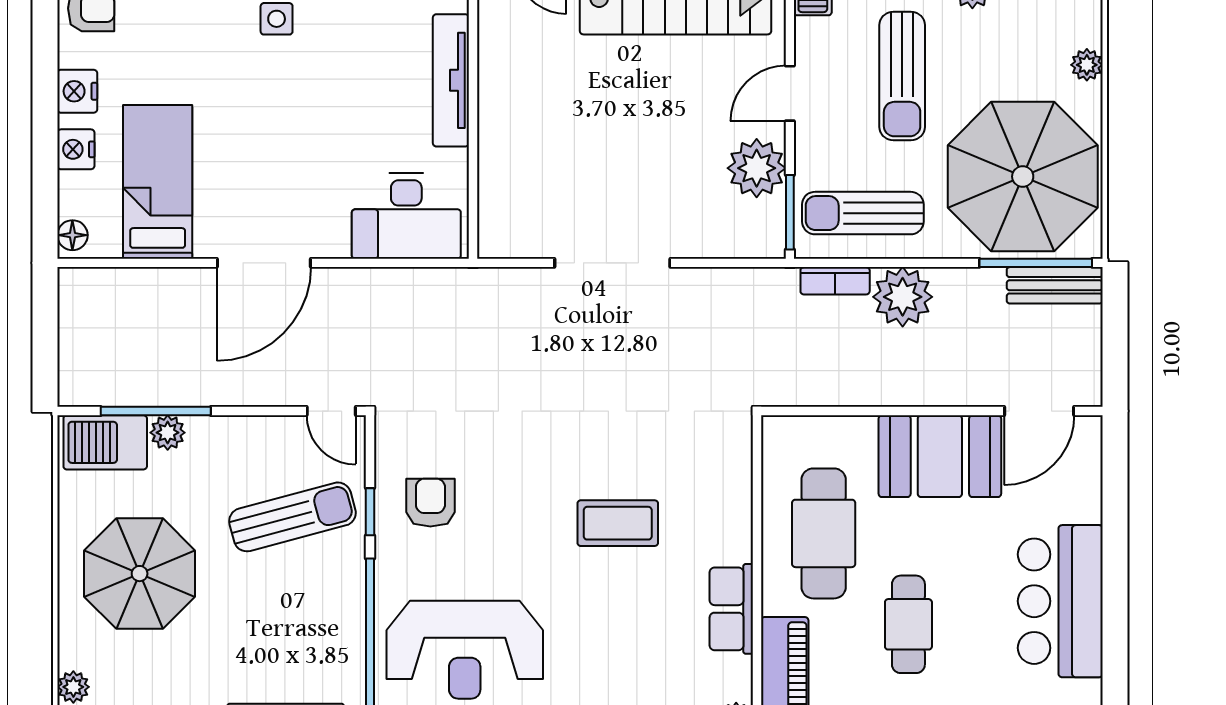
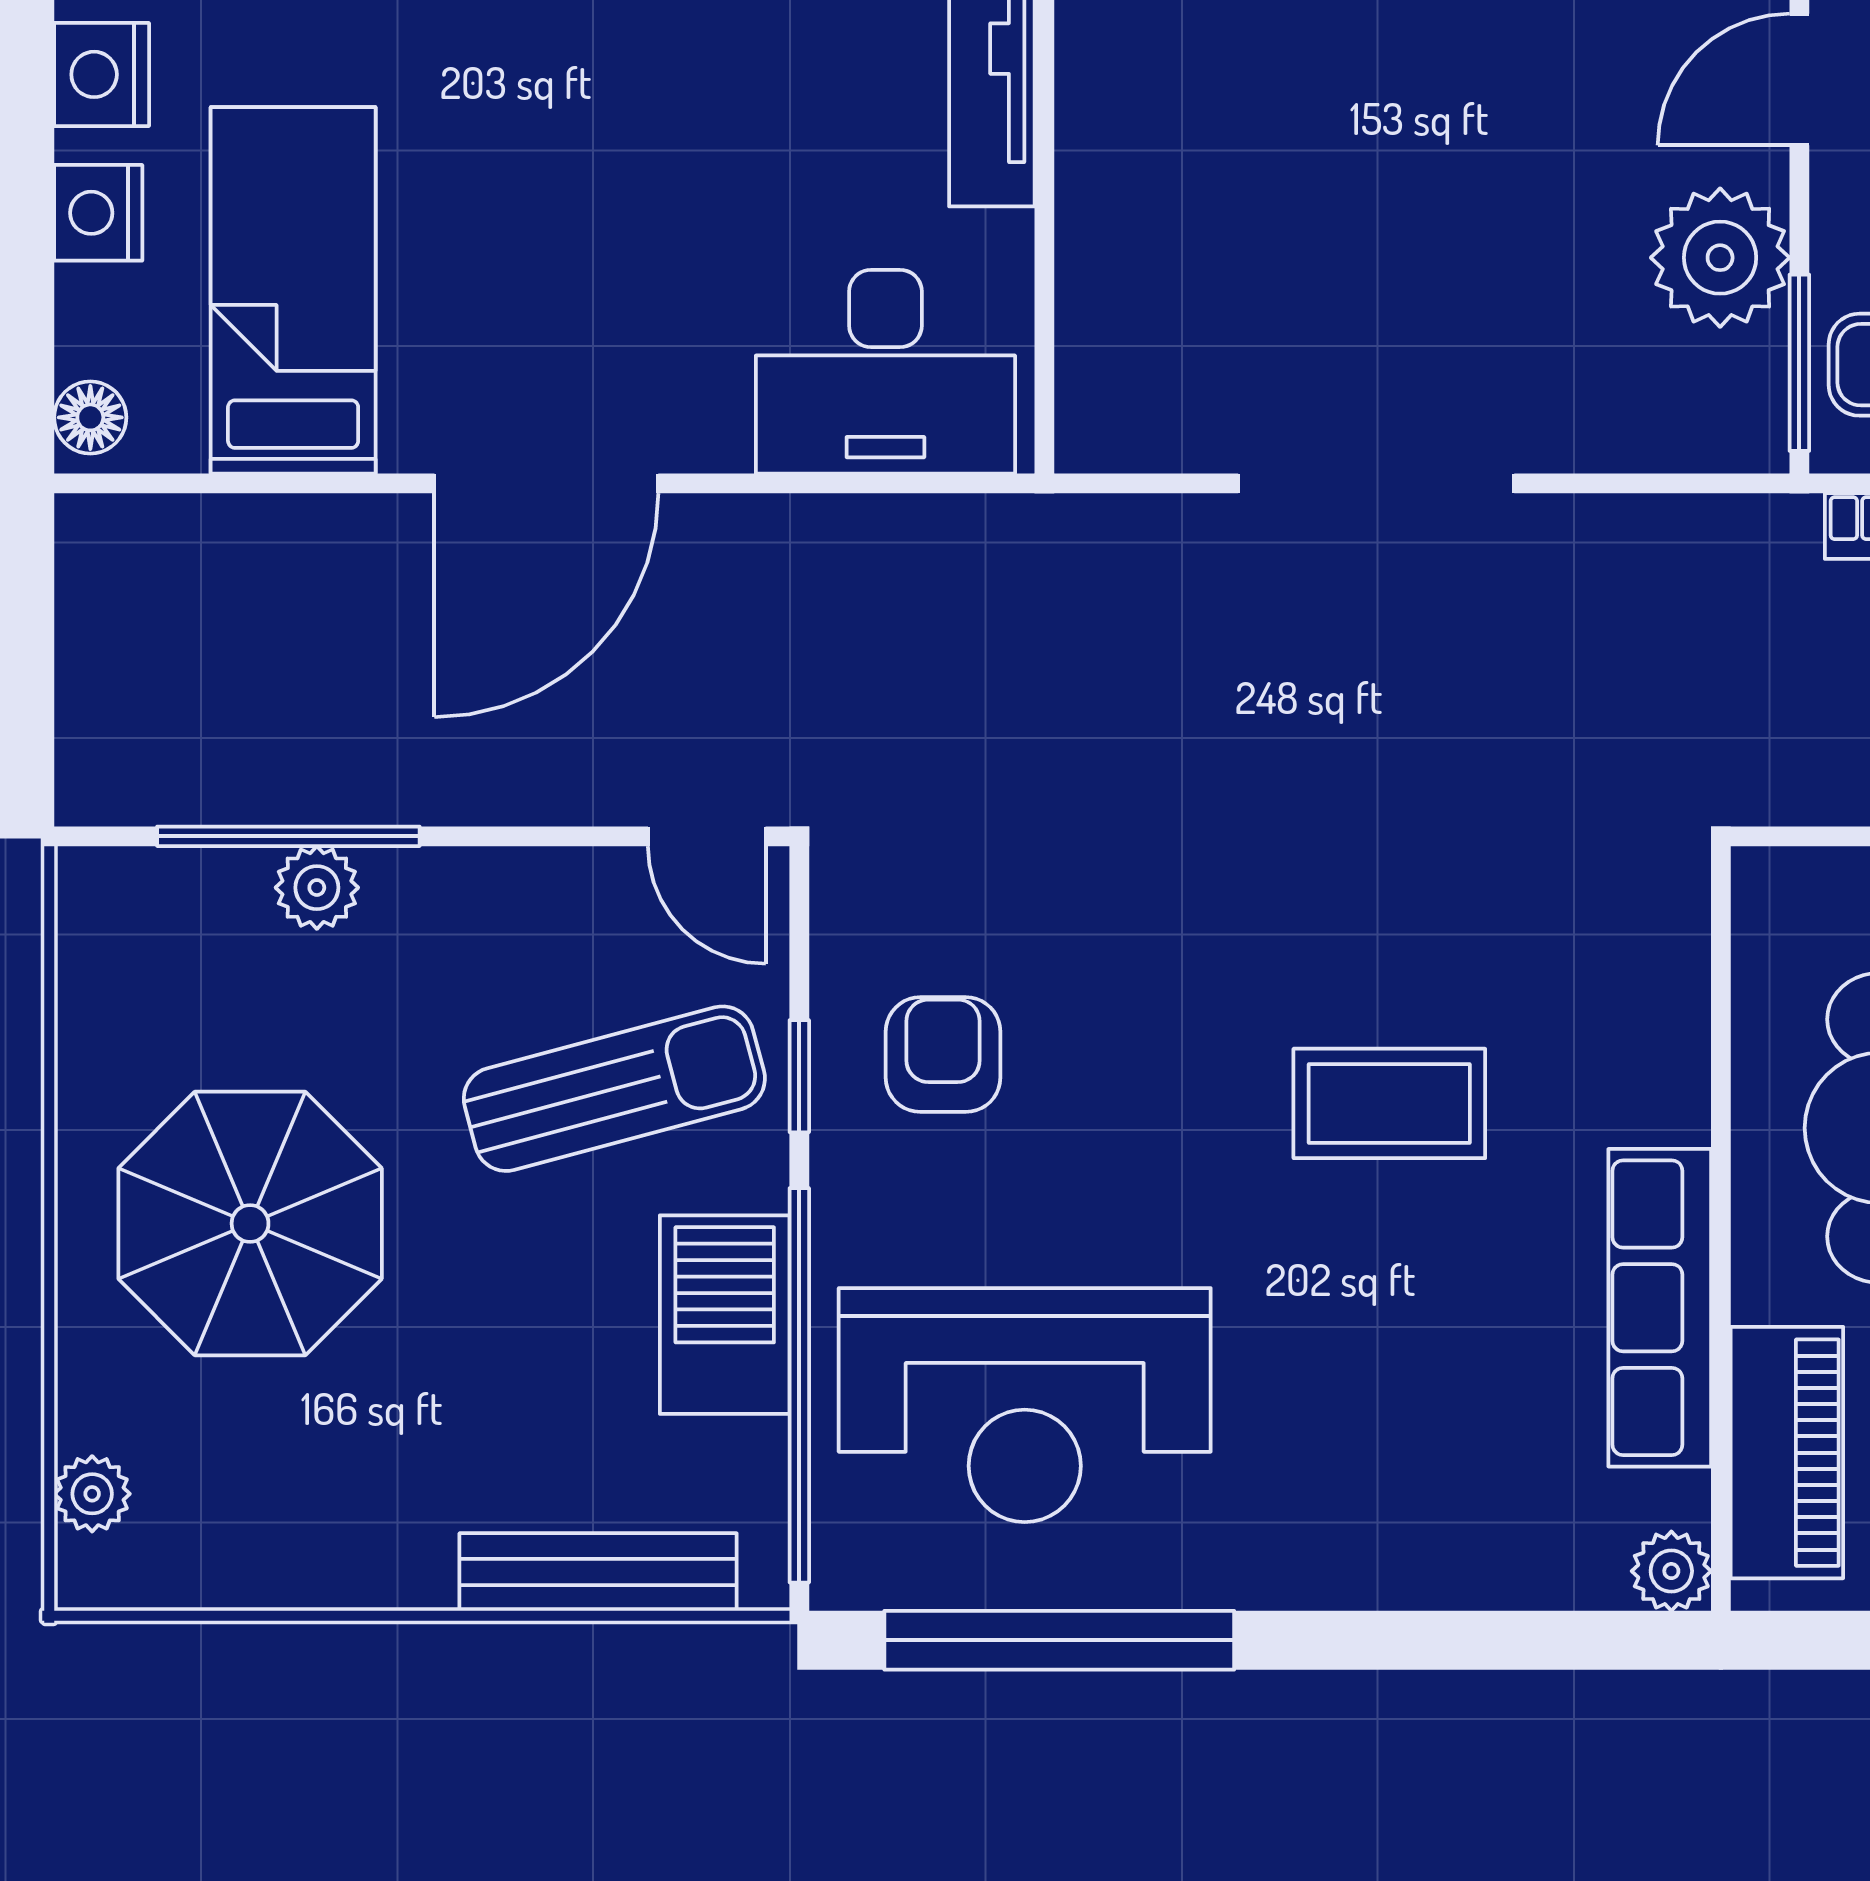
barbecue: (105, 442) -> (725, 1315), moved, turned 90
row of seats: (731, 609) -> (1660, 1308), width x1.48

